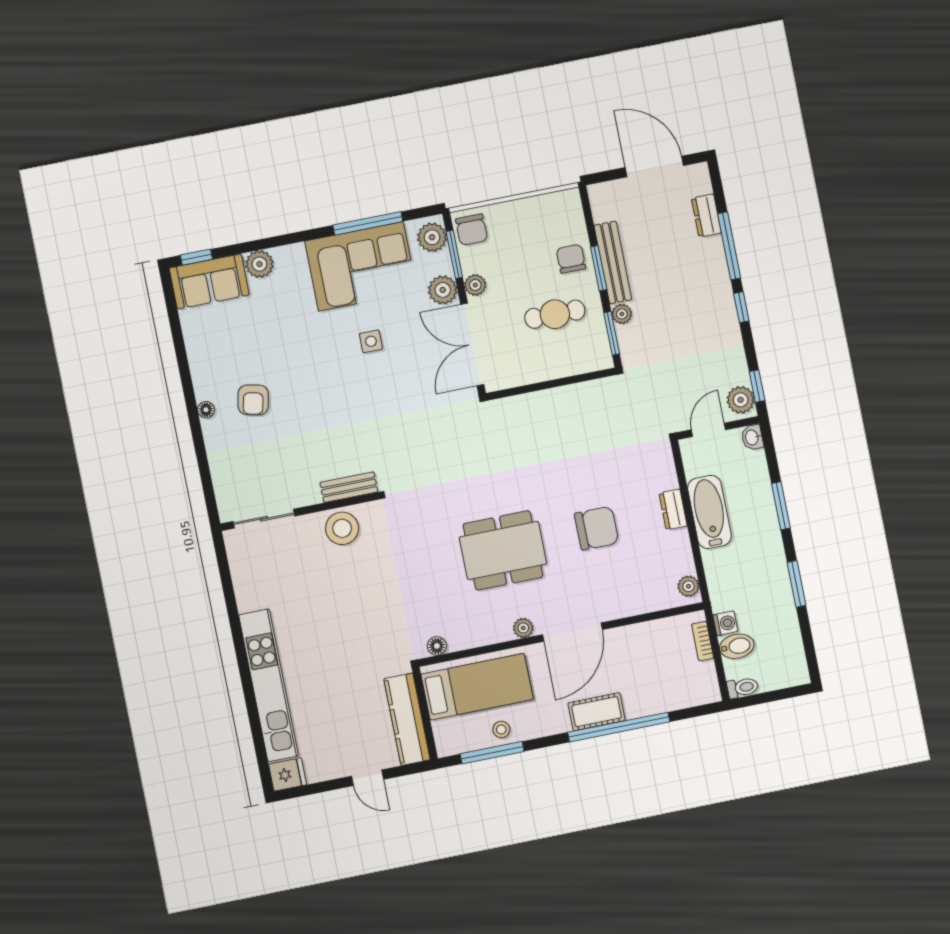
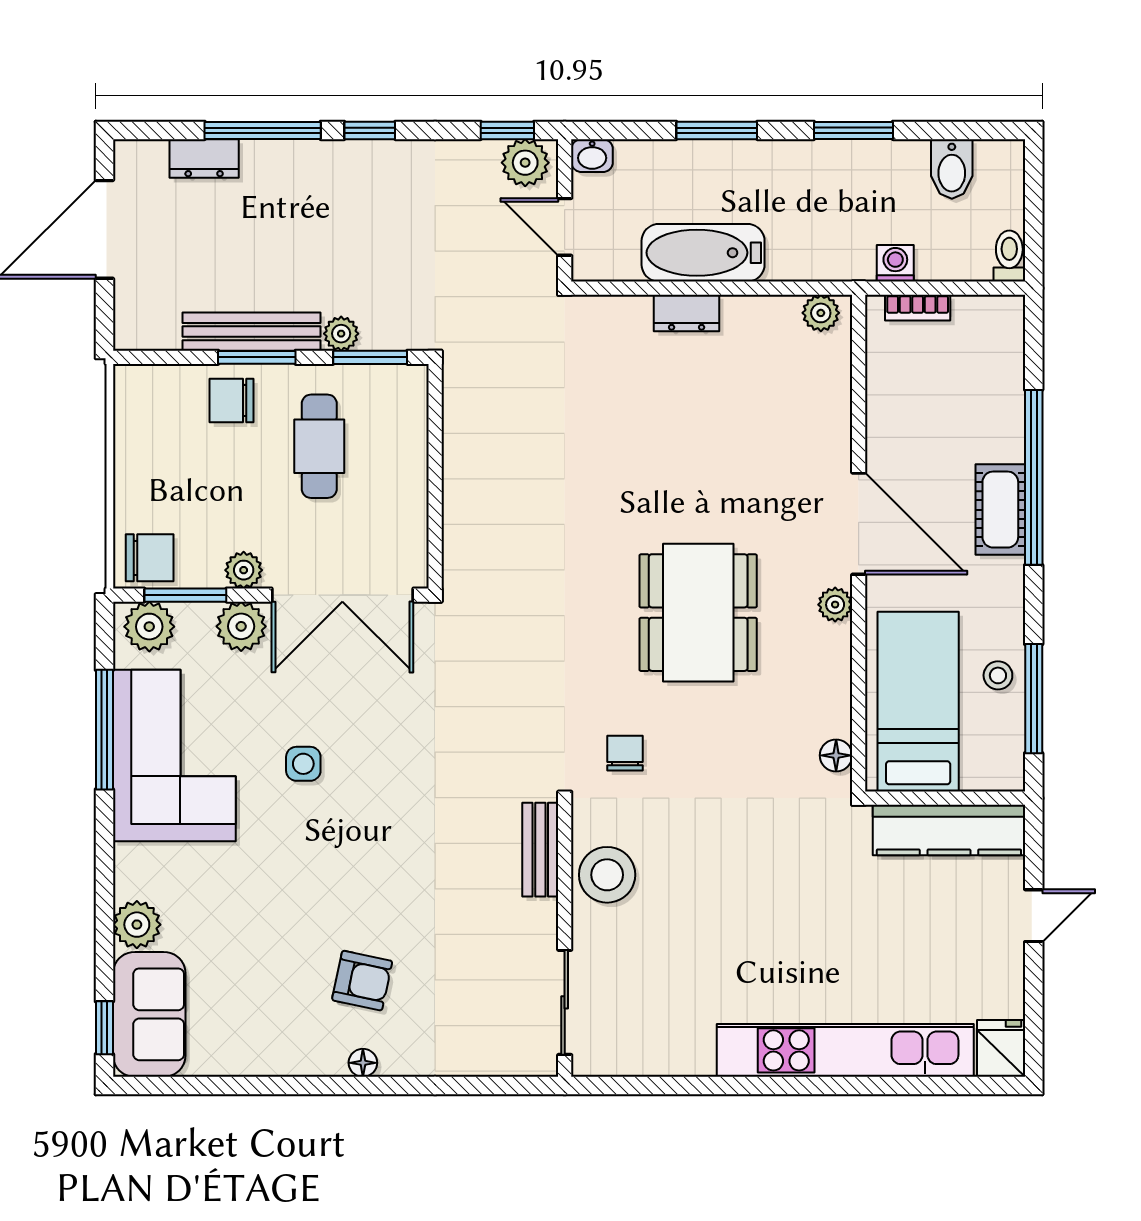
chair: (597, 528) -> (625, 753), moved, width x0.54, depth x0.54
bidet: (737, 646) -> (952, 169), moved, turned 180

